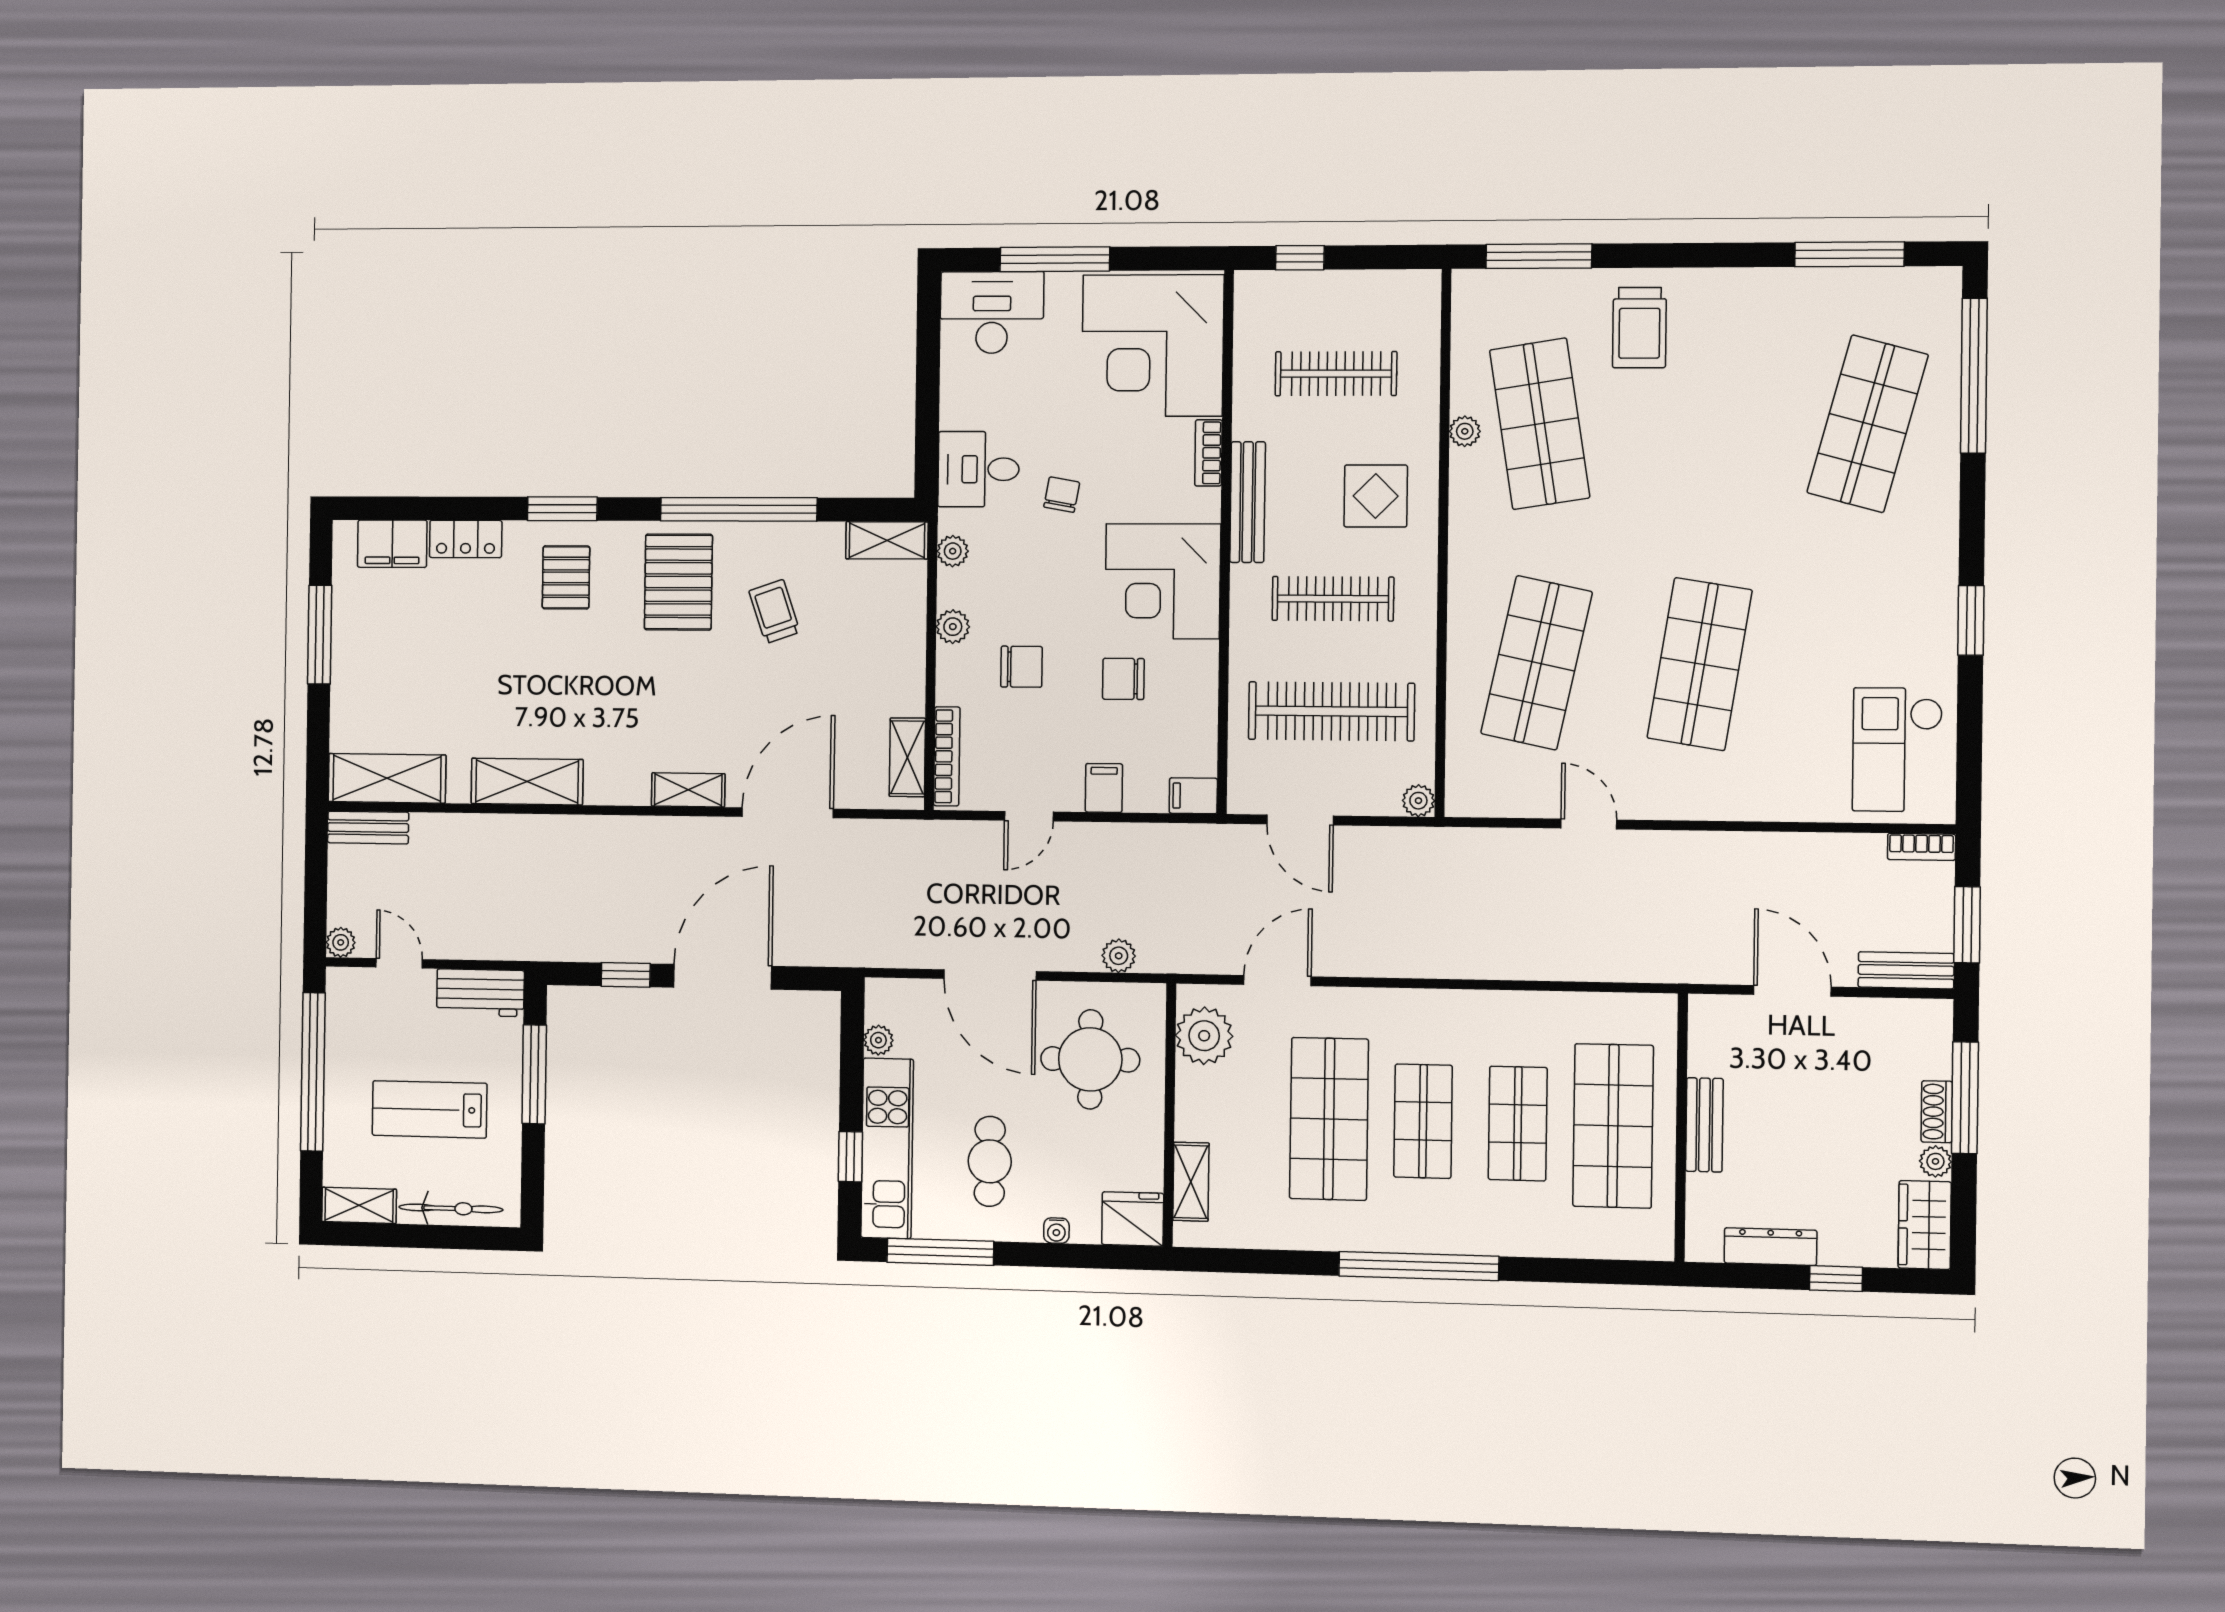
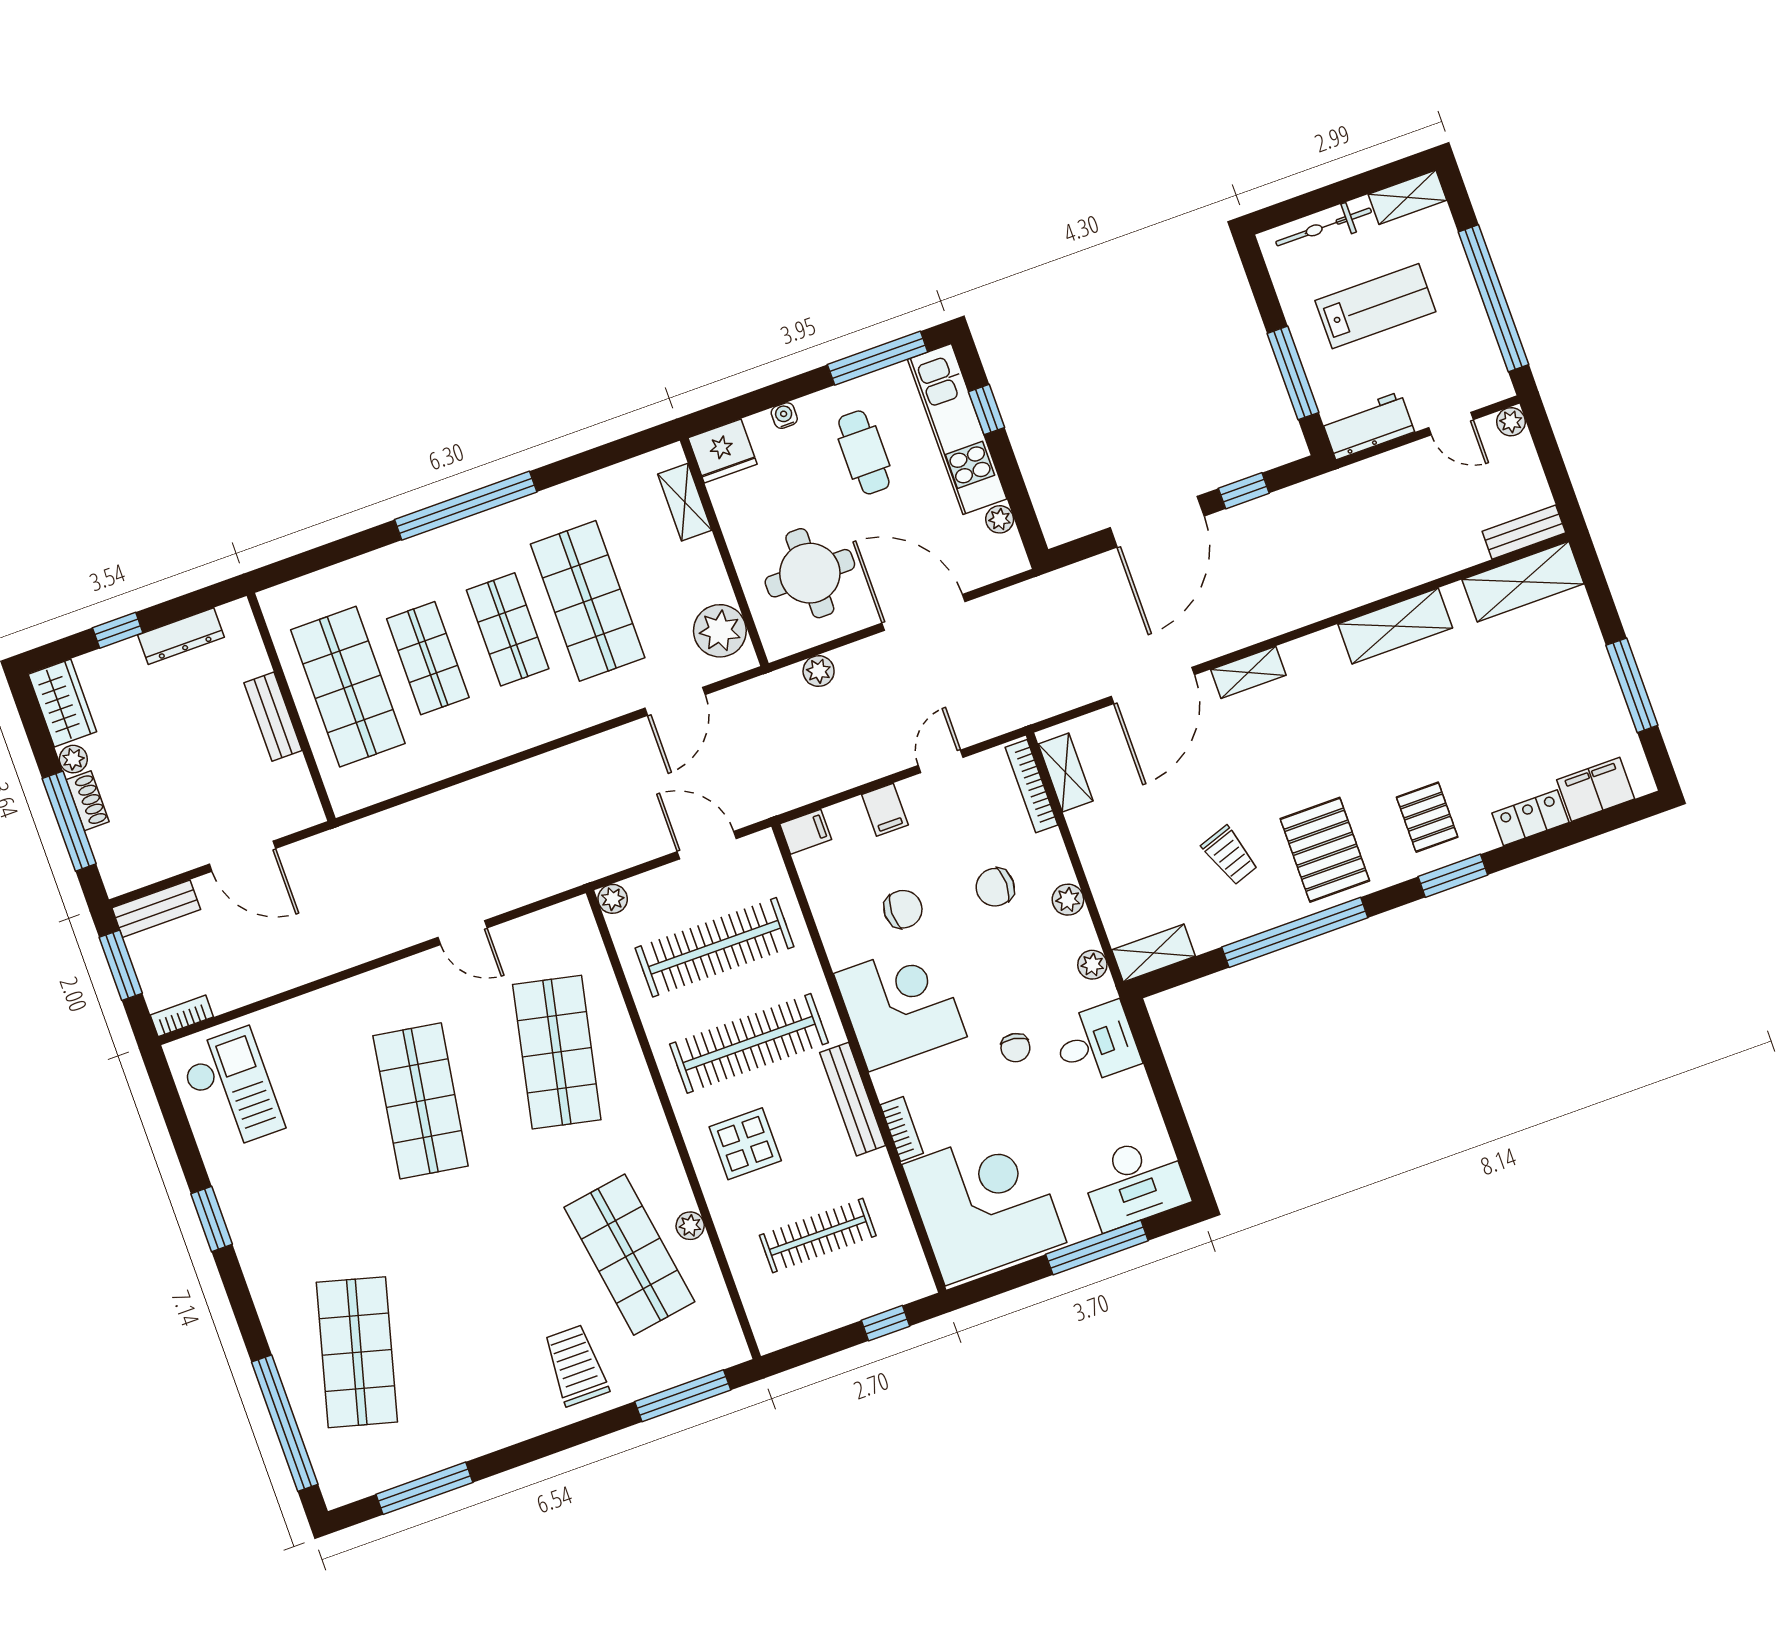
clothes rail: (1333, 599) -> (749, 1043), width x1.37, depth x1.31

